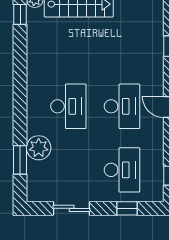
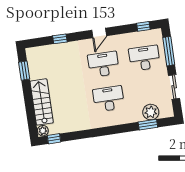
plant: (39, 148) -> (151, 112), moved
window: (127, 208) -> (169, 51), width x2.17

